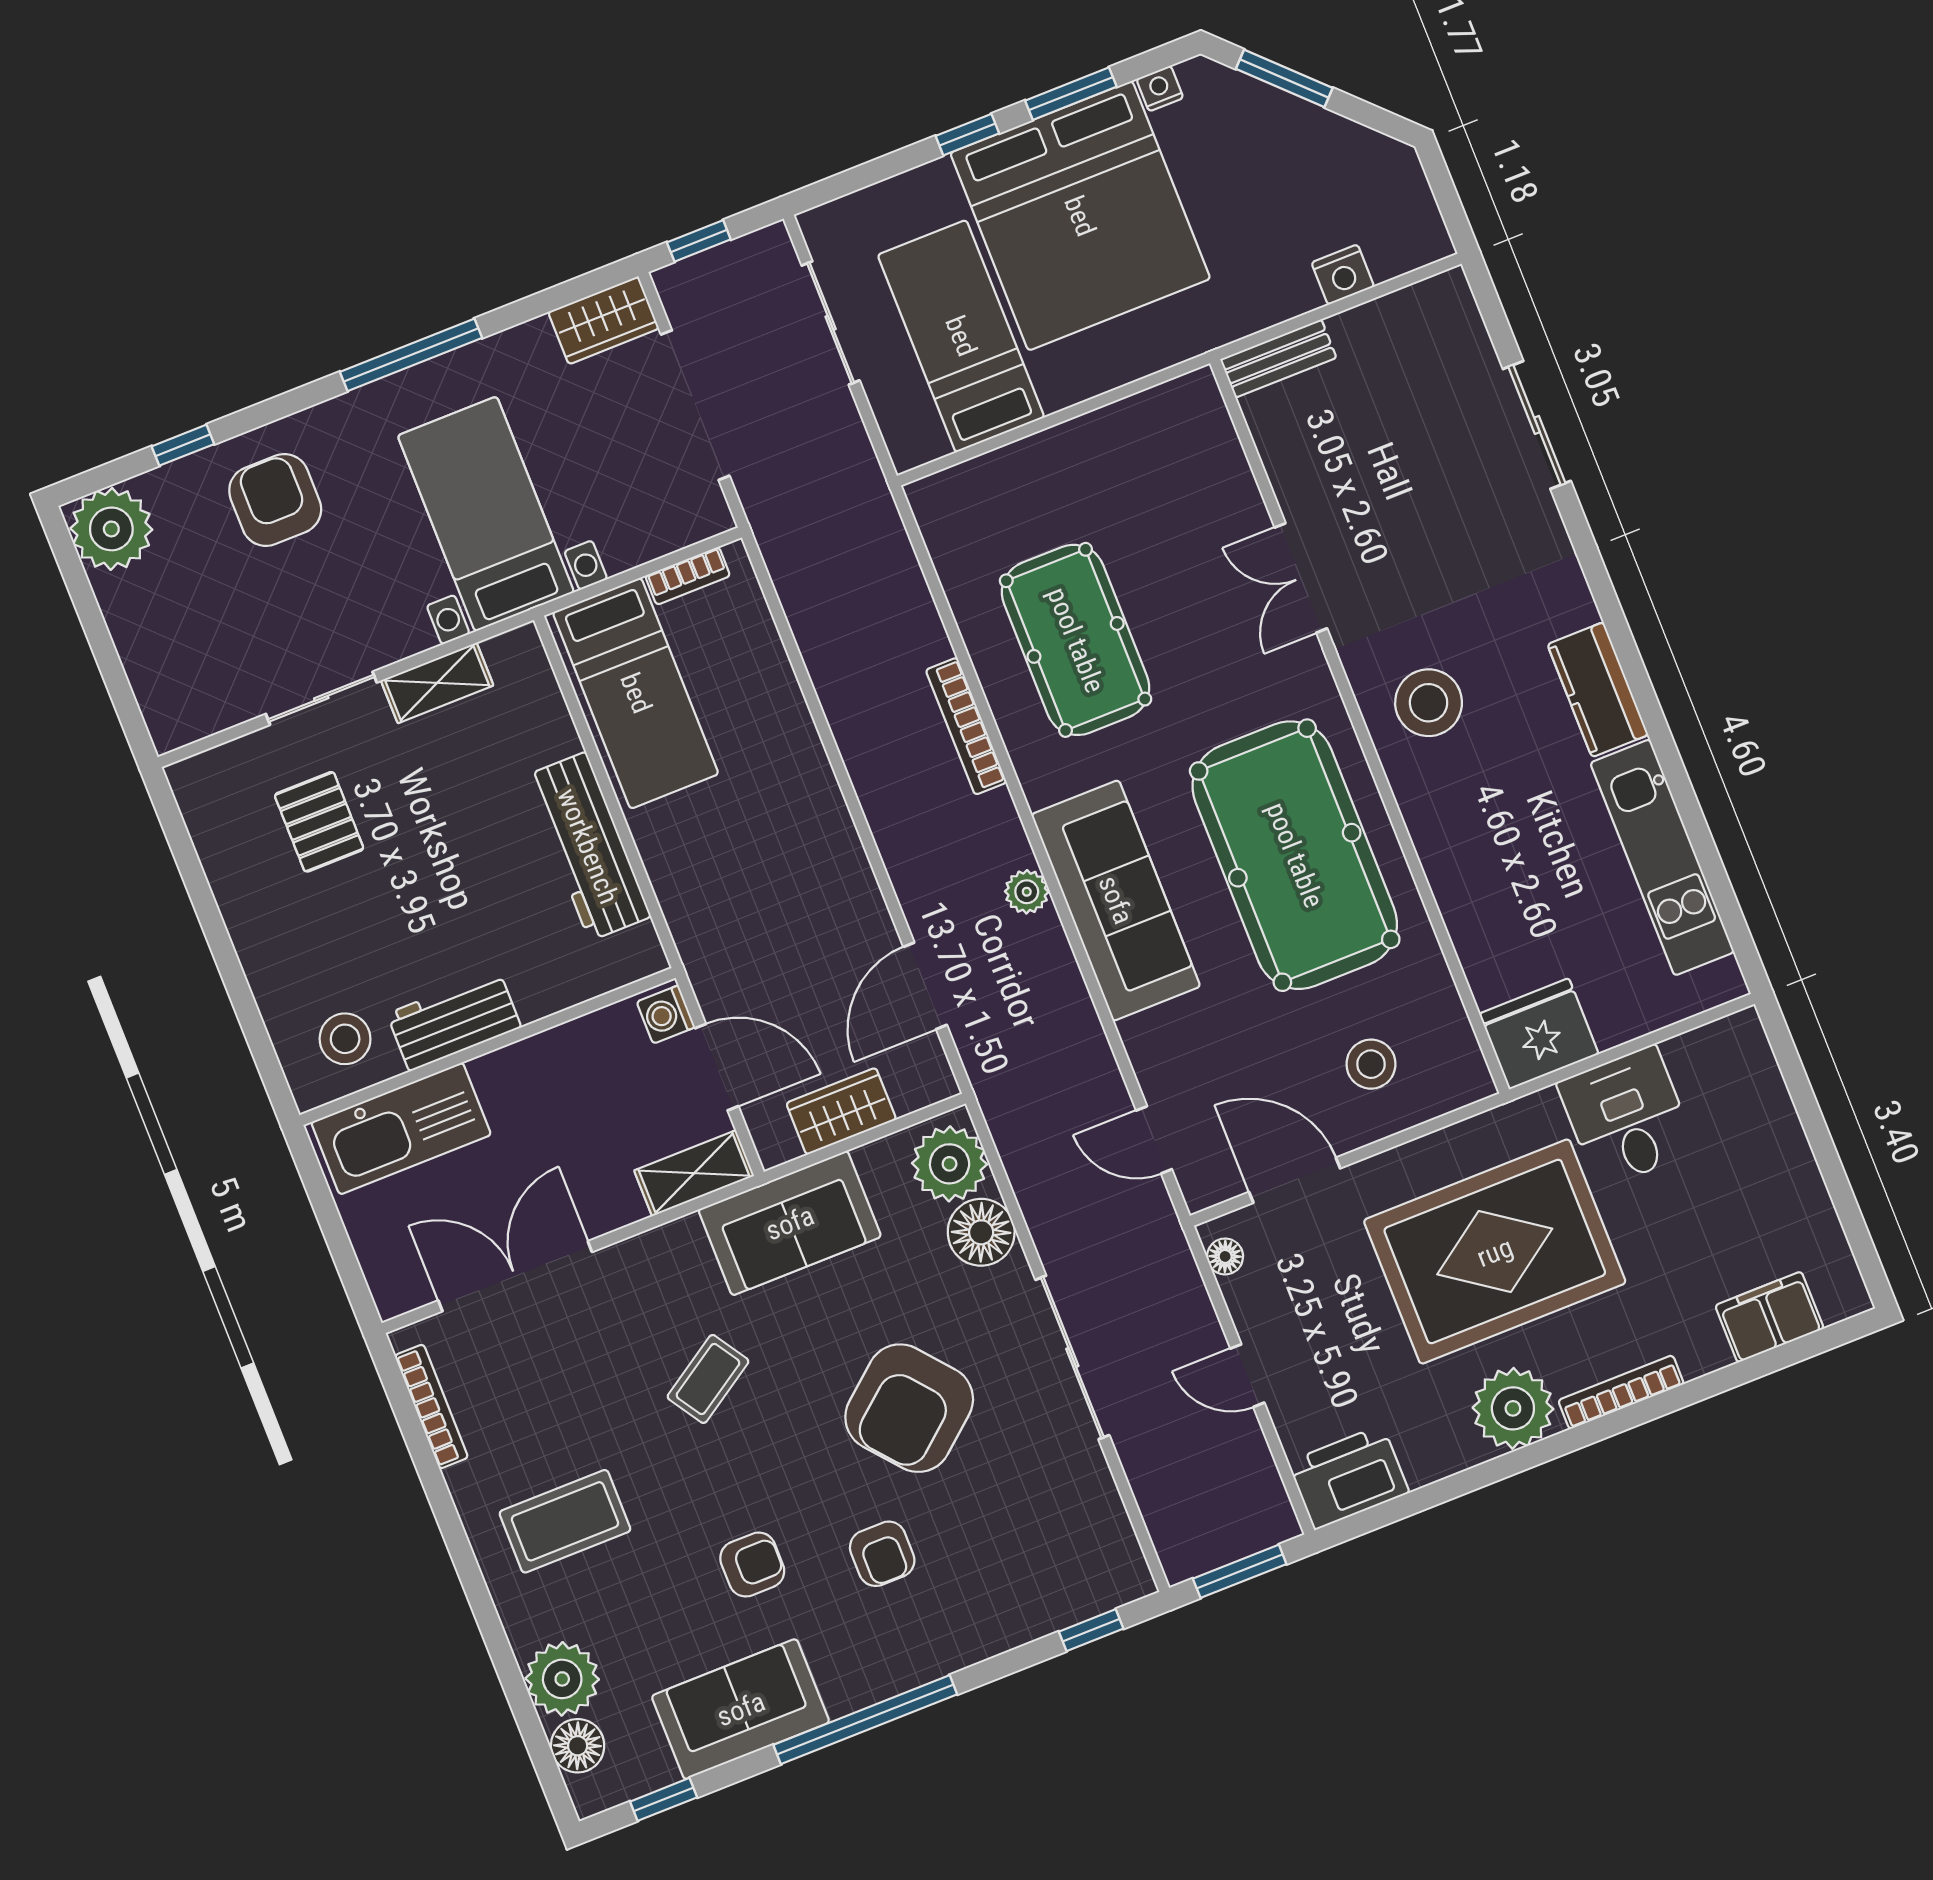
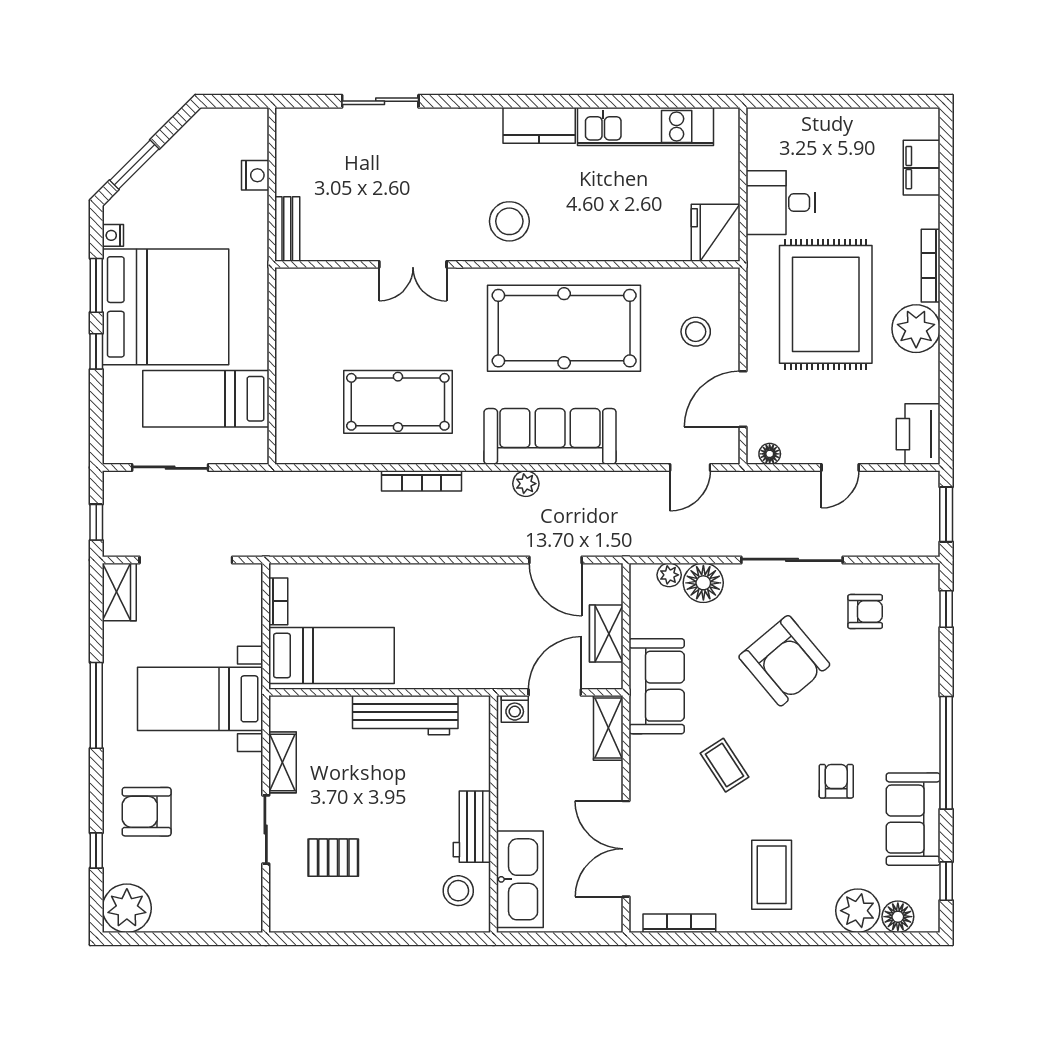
plant: (950, 1164) -> (669, 575), width x0.53, depth x0.53
armchair: (882, 1554) -> (865, 612), moved

